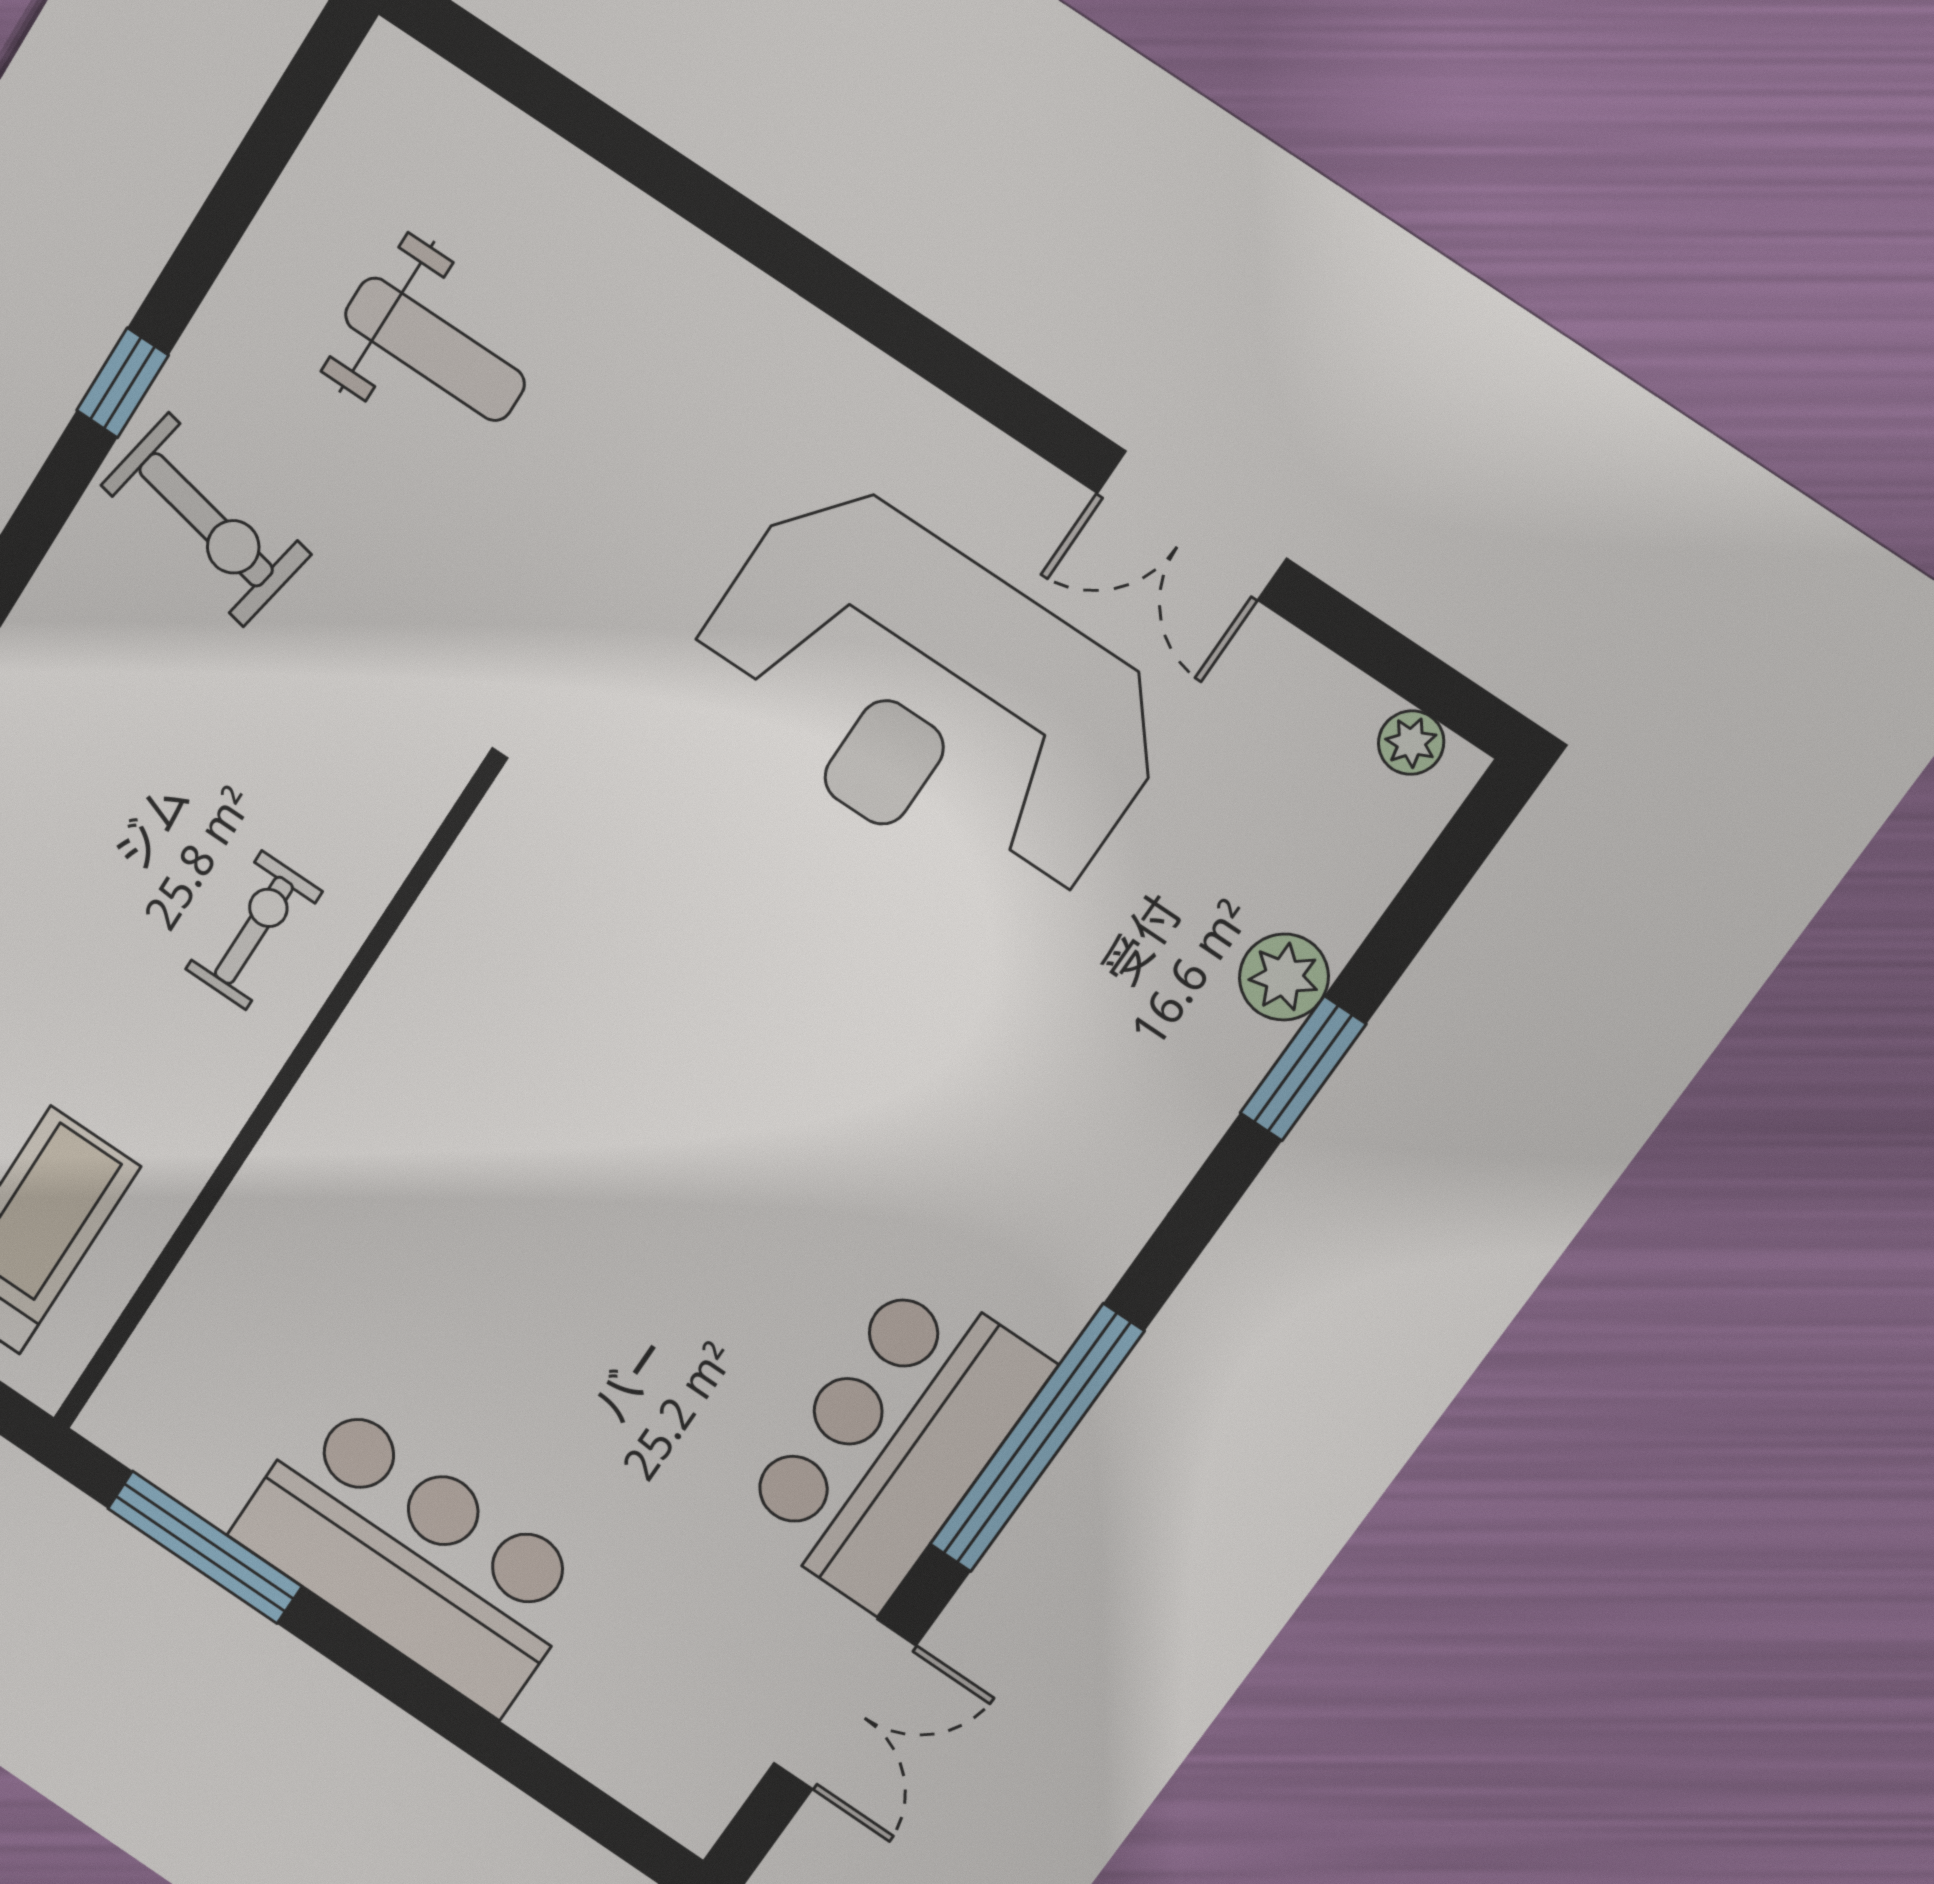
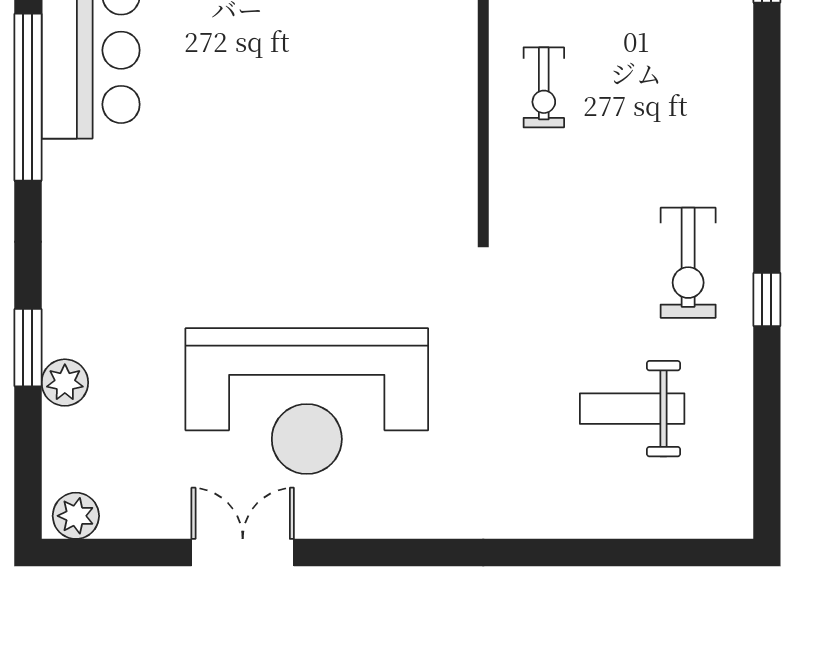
exercise bike: (206, 520) -> (688, 263), turned -101
reception desk: (929, 697) -> (307, 401), turned 180
plant: (1411, 743) -> (76, 516), width x1.38, depth x1.38

